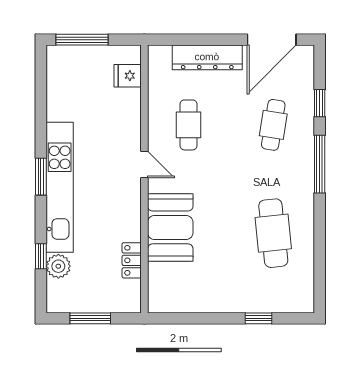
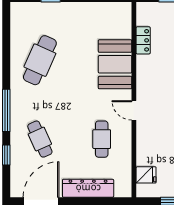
cafe table: (273, 125) -> (40, 139), turned -33
cafe table: (273, 233) -> (40, 60), turned 30

